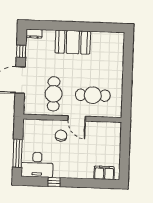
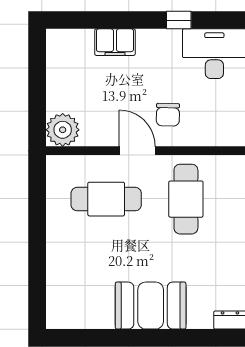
plant: (113, 130) -> (63, 130), added
filing cabinet: (104, 173) -> (115, 42), moved

